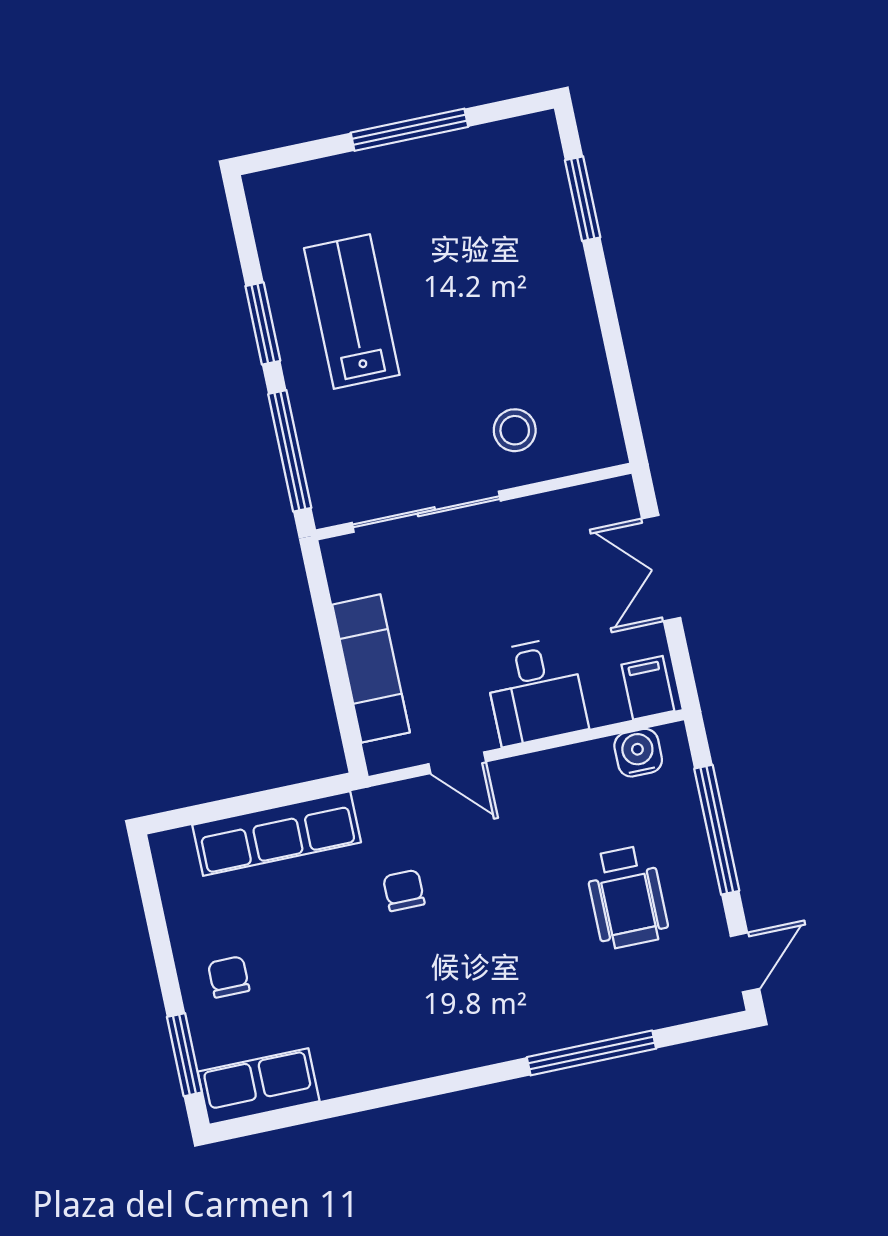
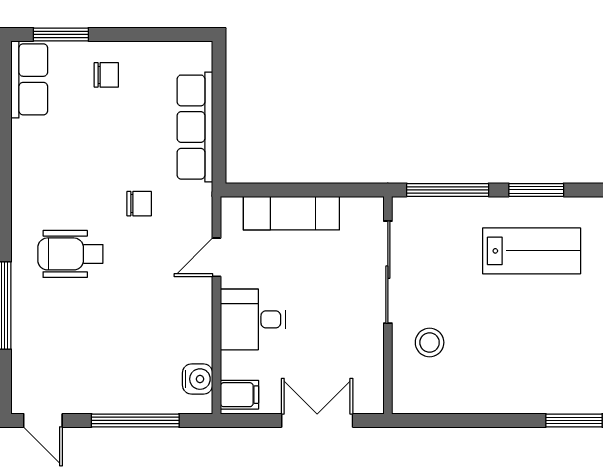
wheelchair: (627, 897) -> (70, 254), moved

